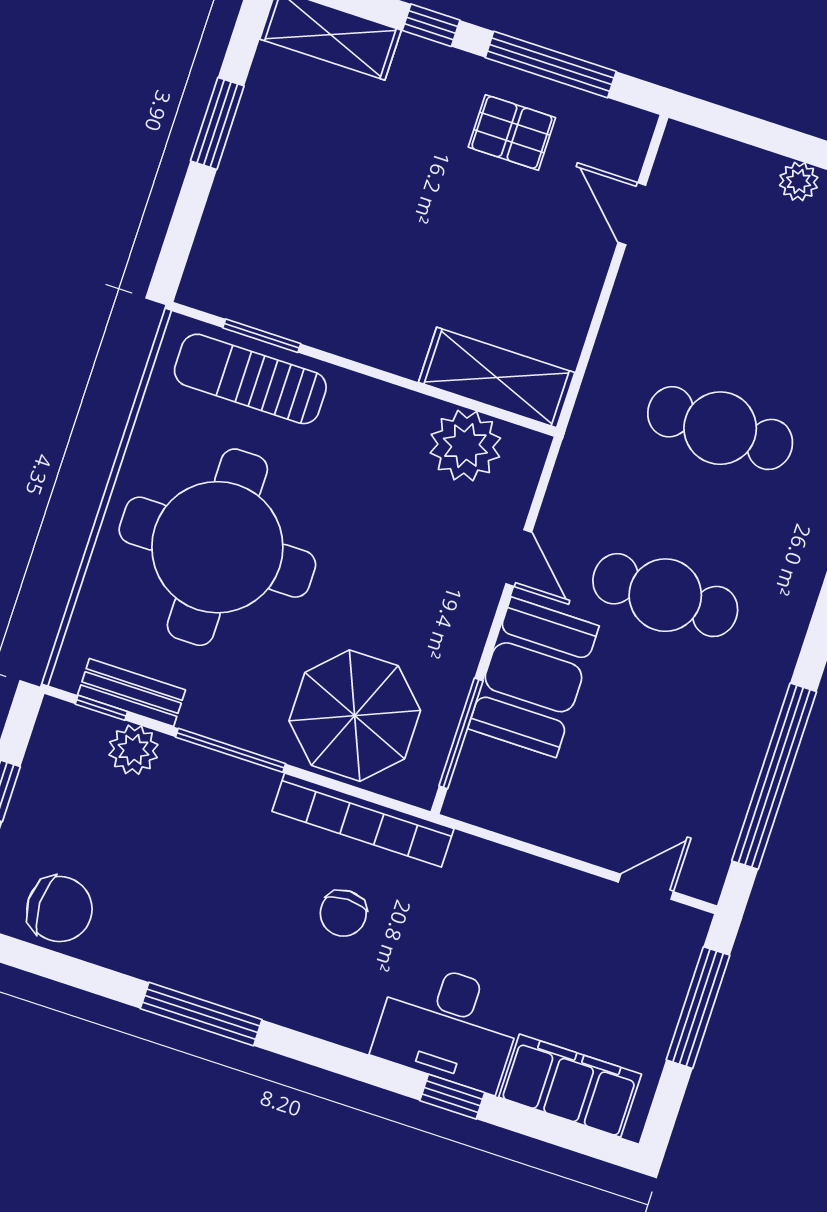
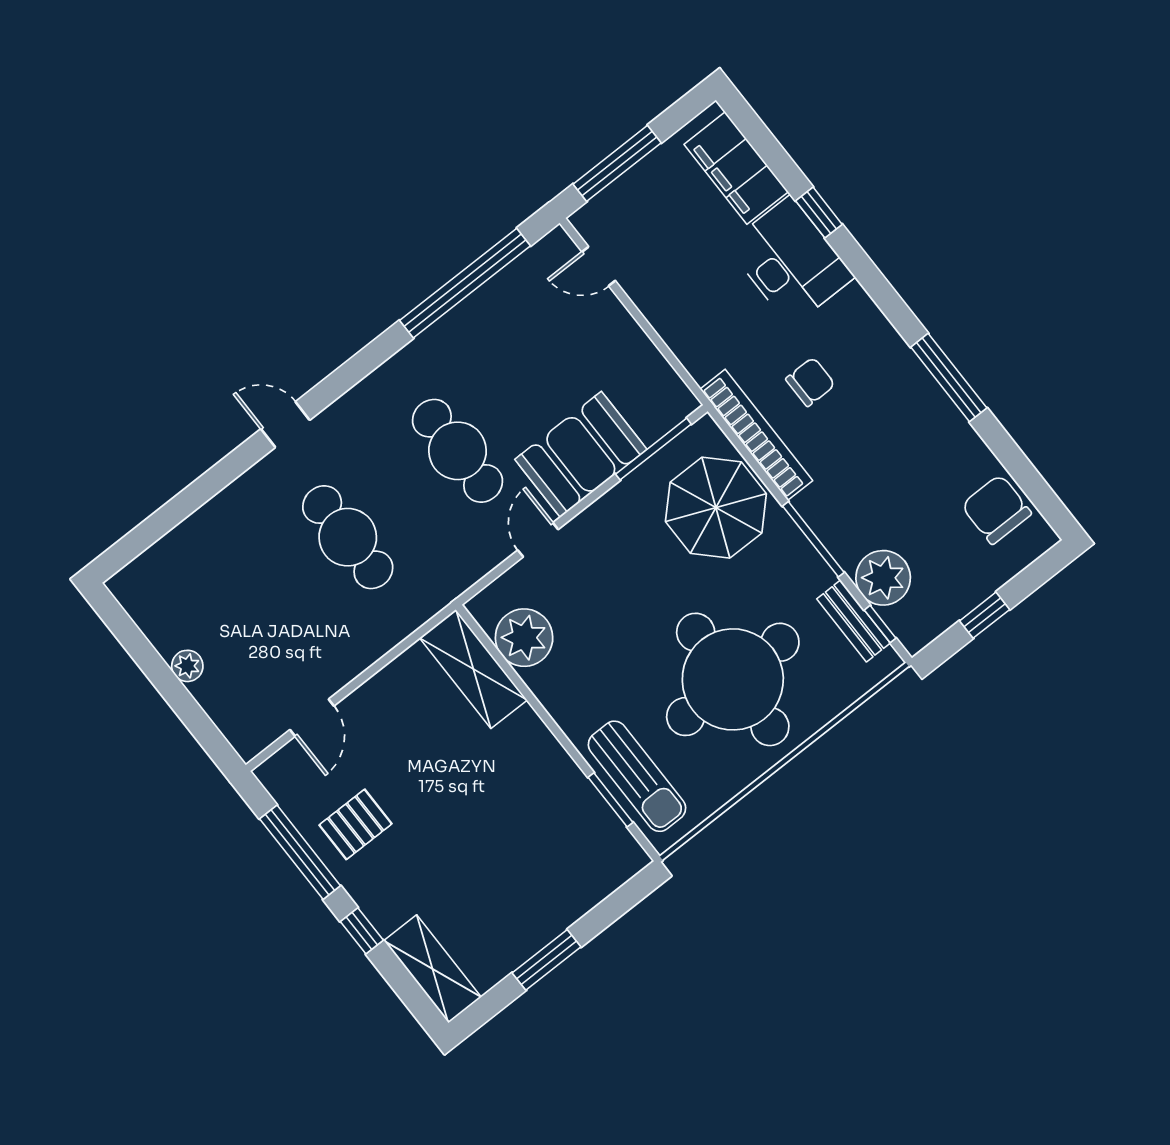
pallet: (512, 132) -> (356, 824), turned 90
plant: (133, 750) -> (883, 578), width x1.36, depth x1.36

